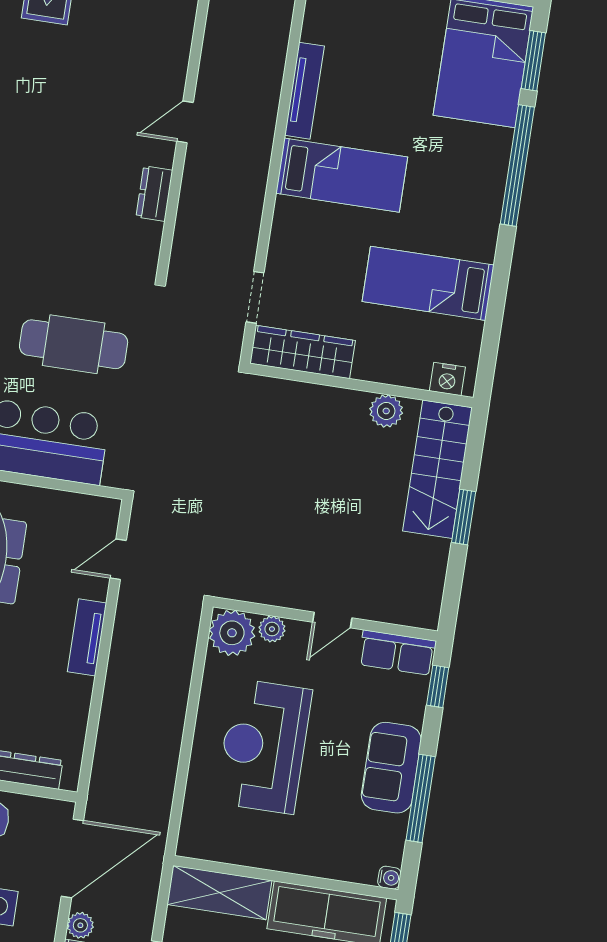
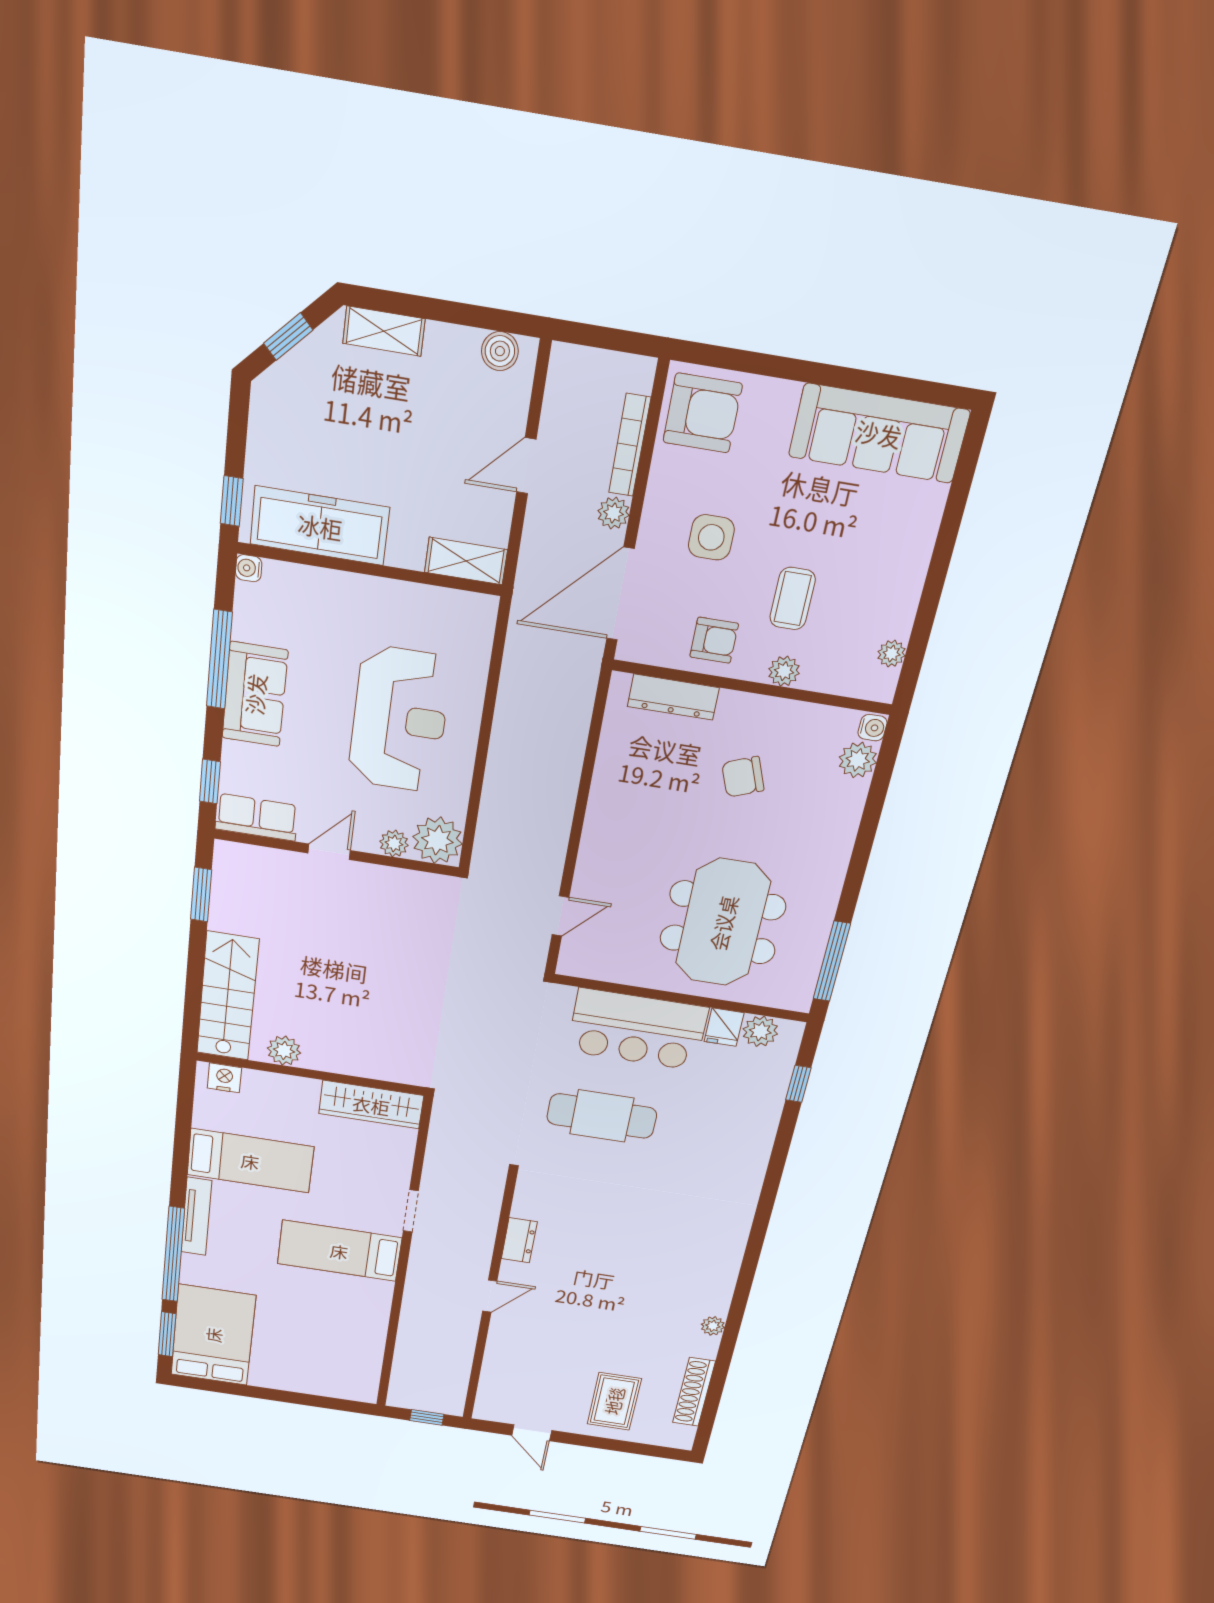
tv unit: (304, 91) -> (196, 1216), moved, turned 180
doorway: (255, 297) -> (411, 1211), moved
window: (464, 517) -> (201, 895), moved
tv unit: (87, 637) -> (596, 838), removed
shelving: (219, 893) -> (466, 561), width x0.67, depth x0.75

